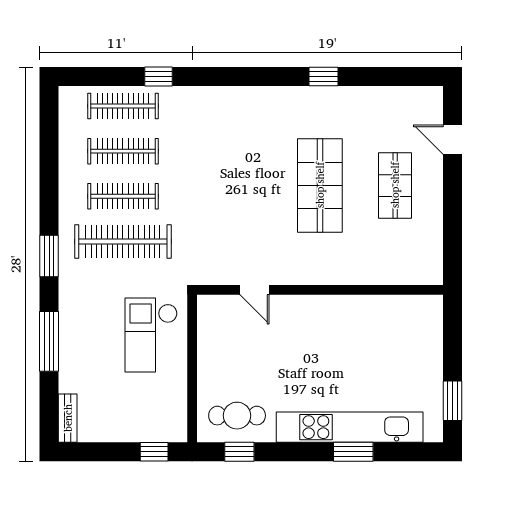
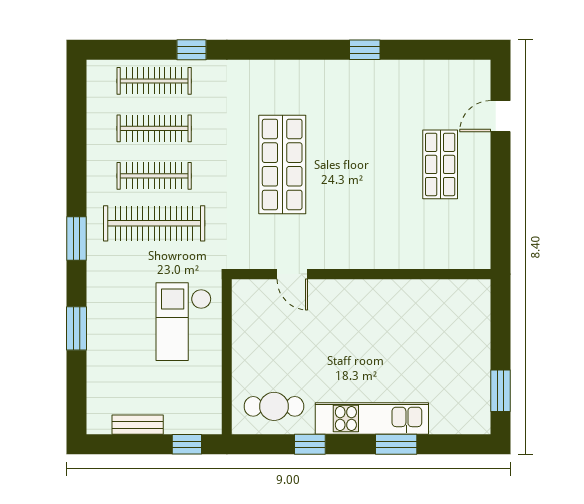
door: (452, 140) -> (500, 116), hinge flipped
shop shelf: (320, 185) -> (282, 164), moved
window: (49, 341) -> (76, 328), width x0.69
bench: (68, 418) -> (138, 425), moved, turned 90
kitchen unit: (350, 427) -> (372, 419), width x0.73
window: (239, 452) -> (310, 444), moved

